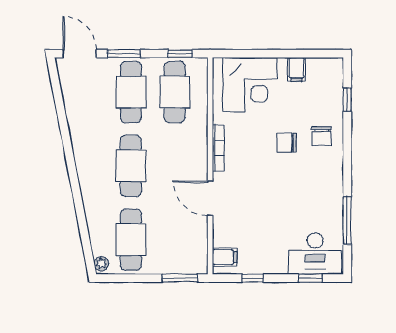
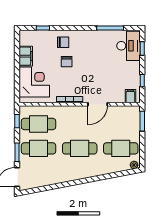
filing cabinet: (296, 69) -> (26, 56), width x2.00

